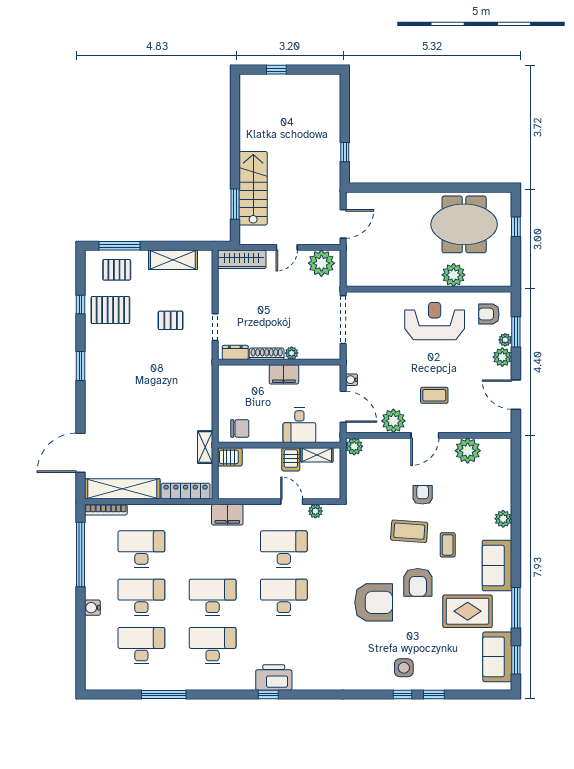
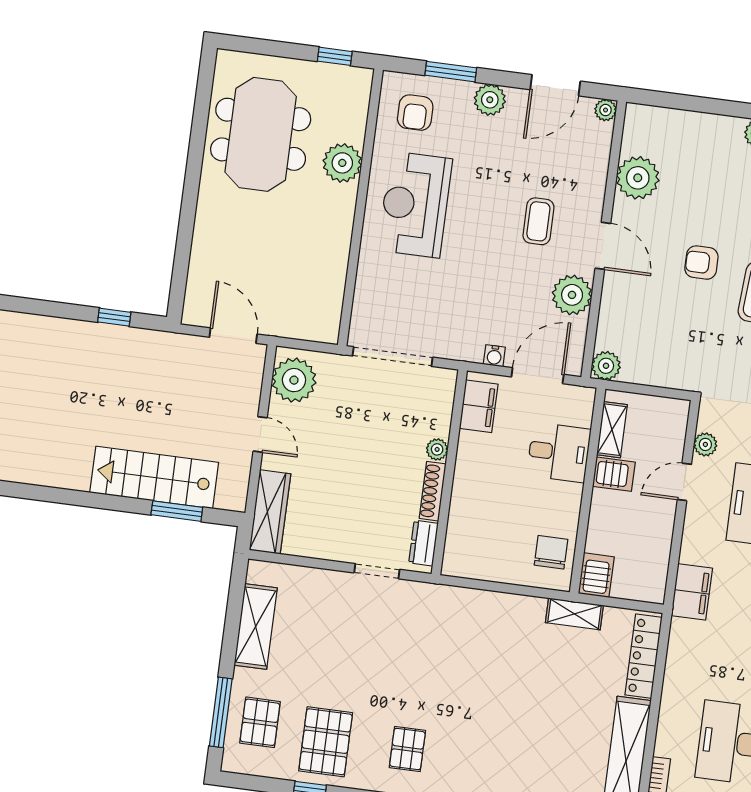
window: (516, 227) -> (335, 56), moved
pallet: (171, 320) -> (407, 749), moved
plant: (505, 340) -> (606, 110), moved
filing cabinet: (284, 374) -> (479, 406), moved

